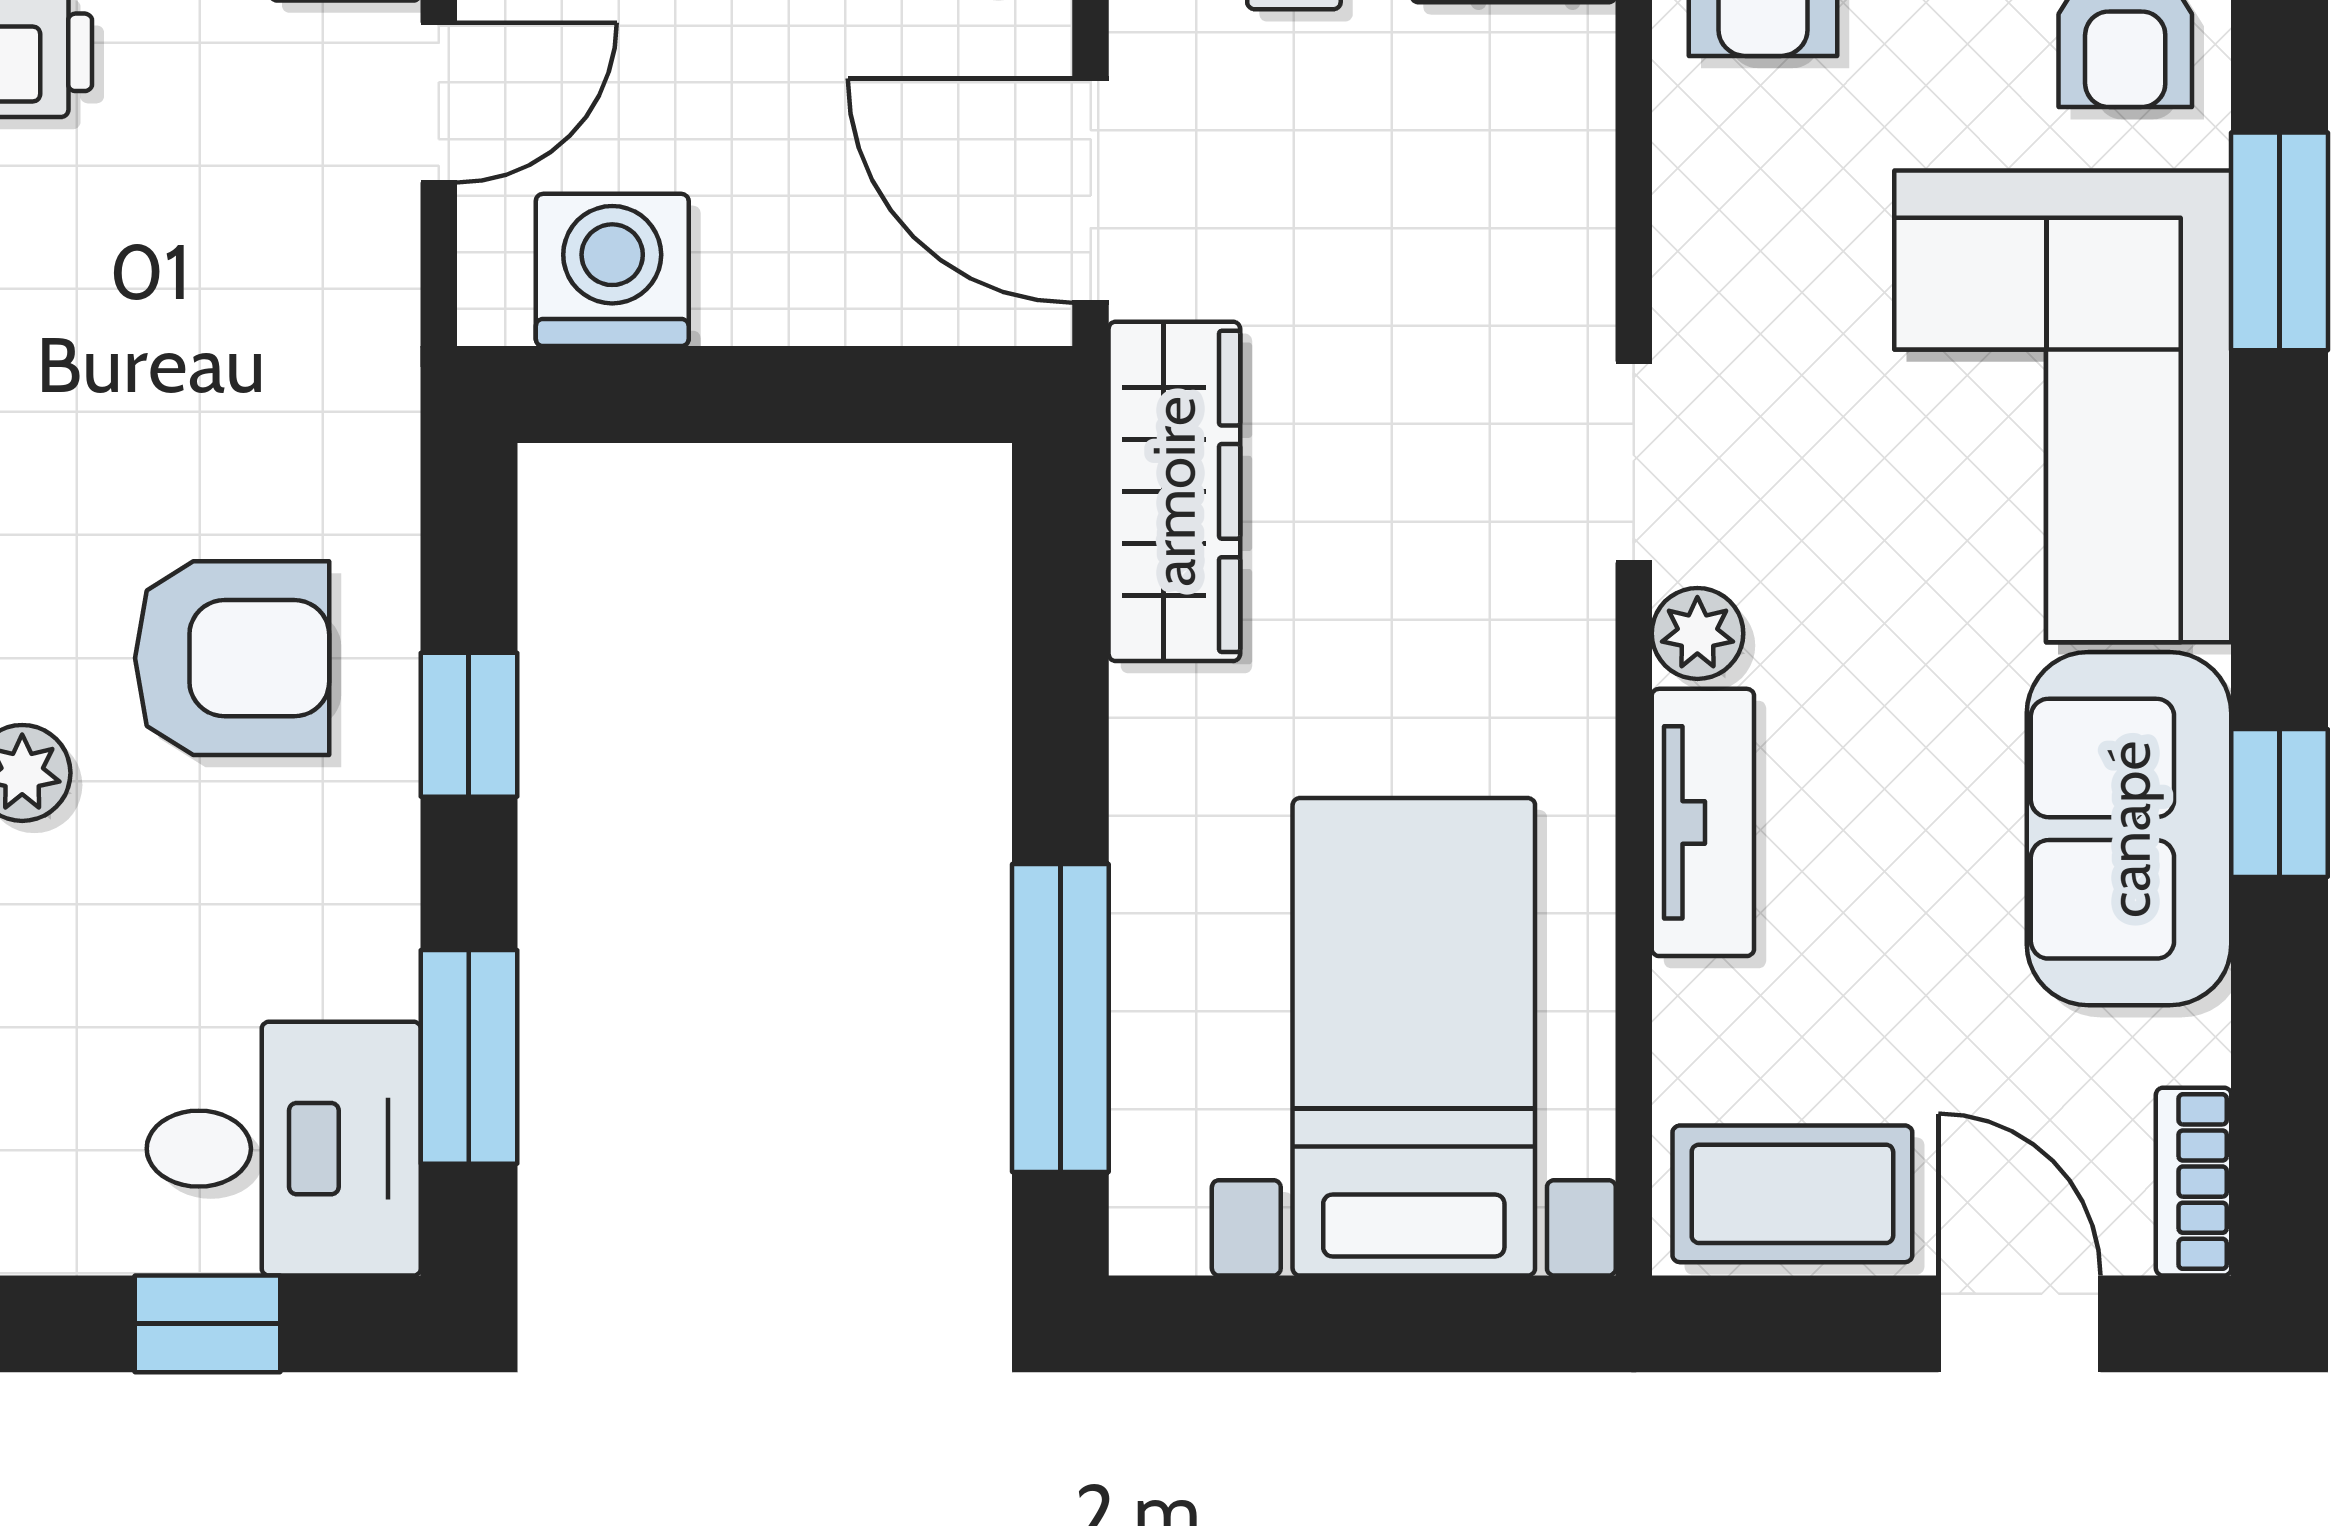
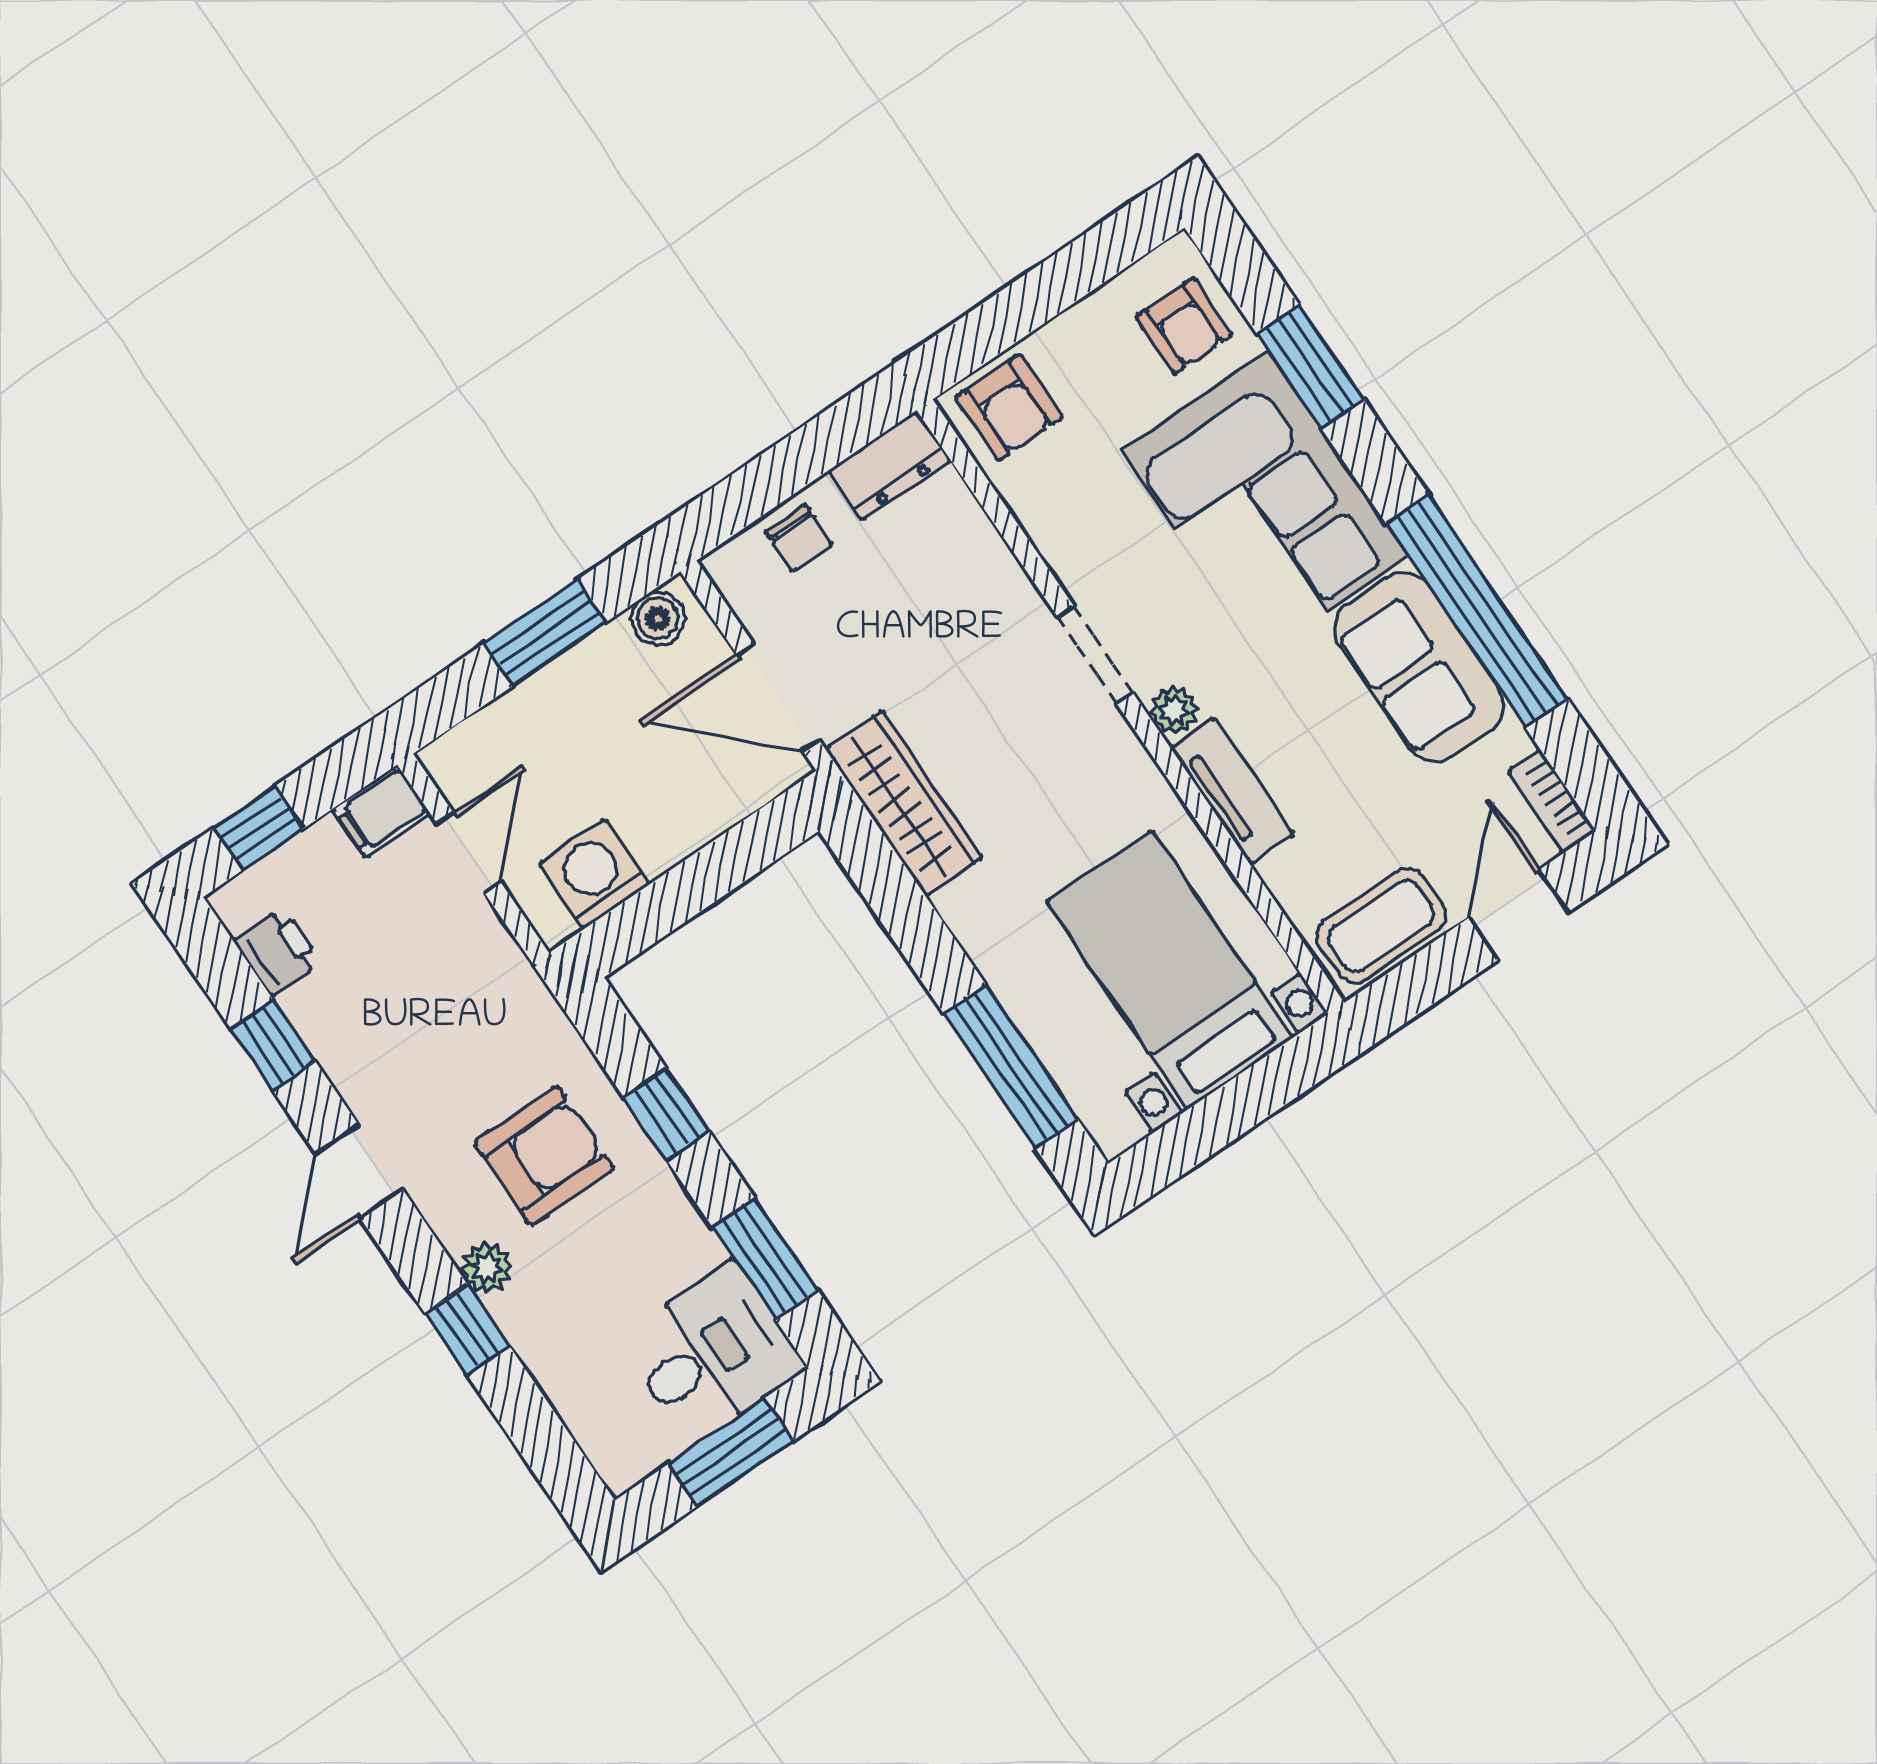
window: (2280, 803) -> (1477, 611), width x3.17
window: (208, 1324) -> (731, 1452), width x1.50
door: (2019, 1324) -> (1518, 915), hinge flipped

